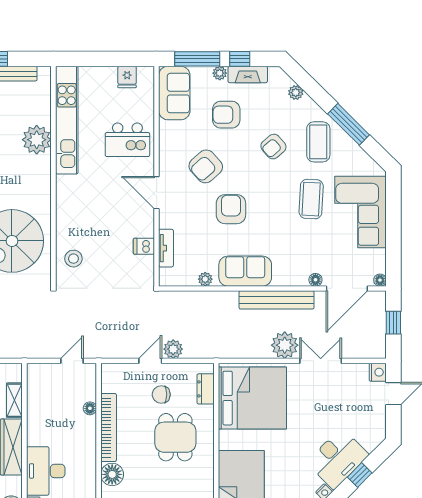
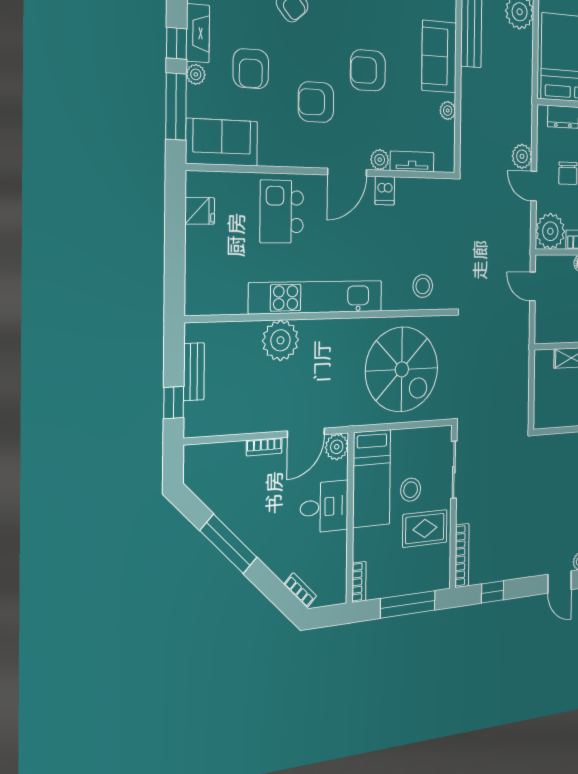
kitchen unit: (67, 120) -> (316, 297), moved
kitchen island: (127, 140) -> (282, 212), turned 180
armchair: (206, 166) -> (316, 102), turned 132
plant: (166, 220) -> (380, 160), added
dishwasher: (144, 246) -> (385, 191), moved
plant: (115, 378) -> (550, 231), added

